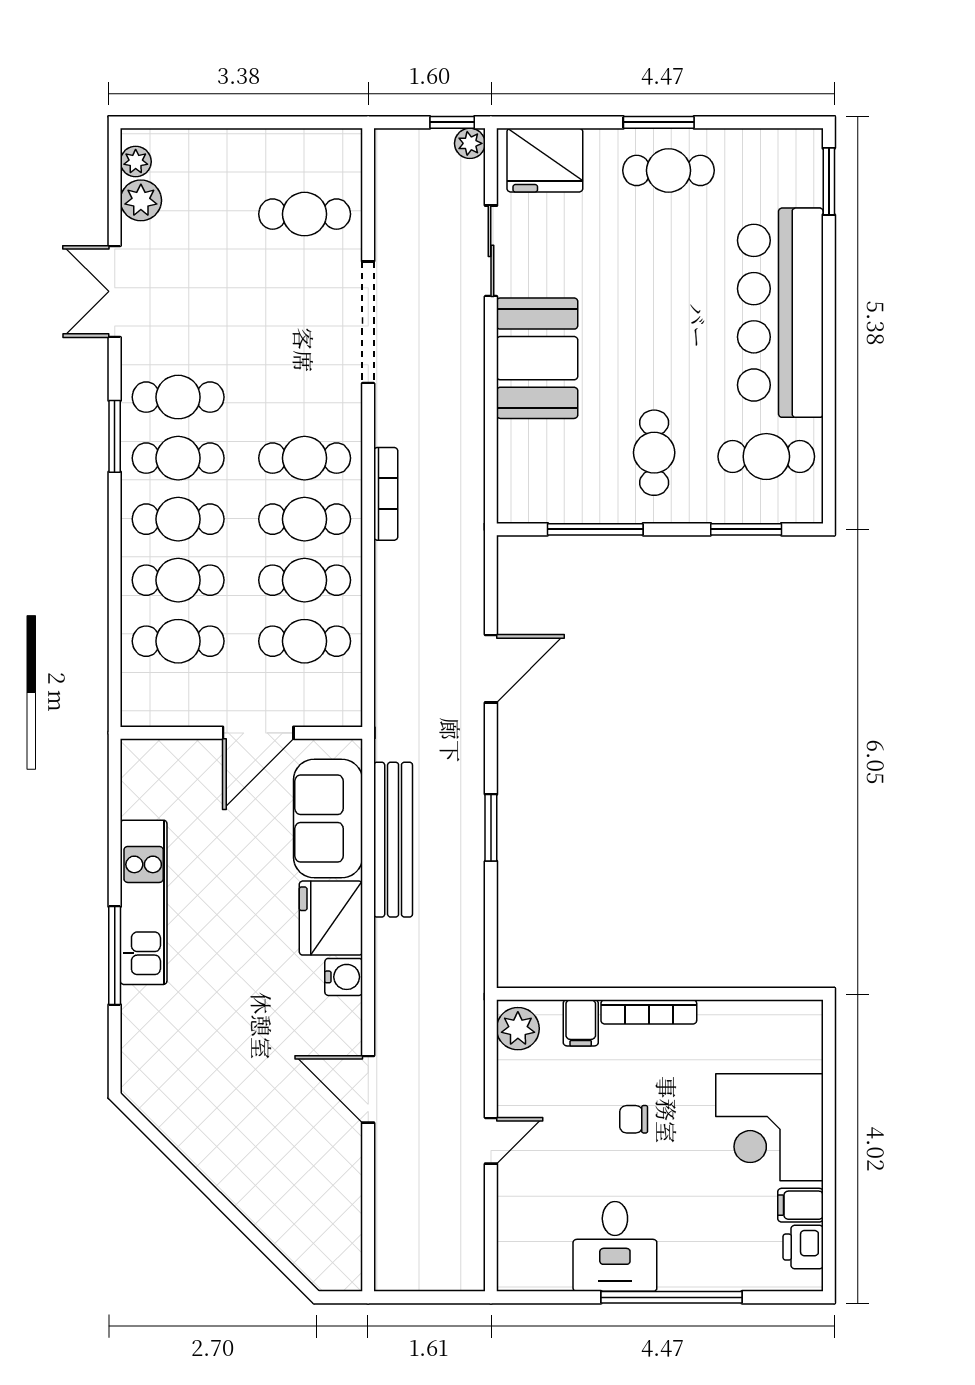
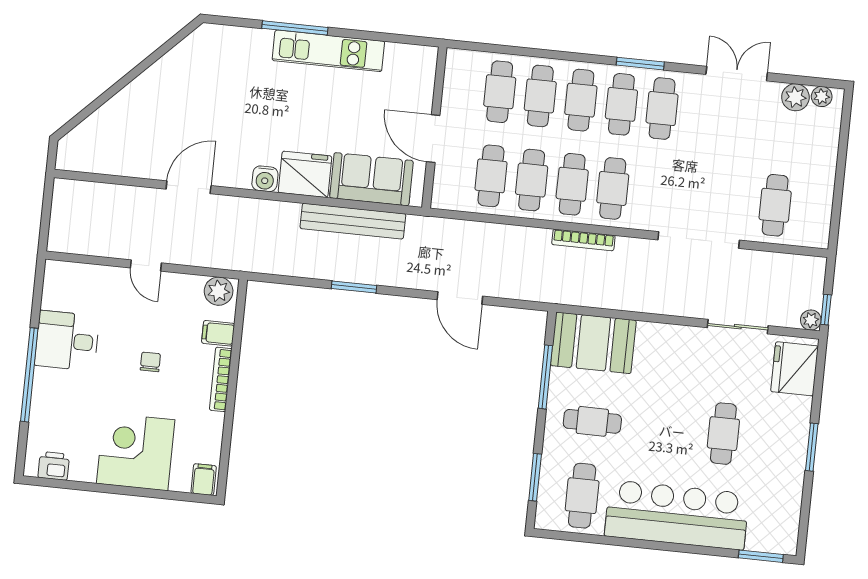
cafe table: (669, 170) -> (723, 434), moved
booth: (537, 358) -> (593, 343), moved
filing cabinet: (800, 1205) -> (204, 480), moved

